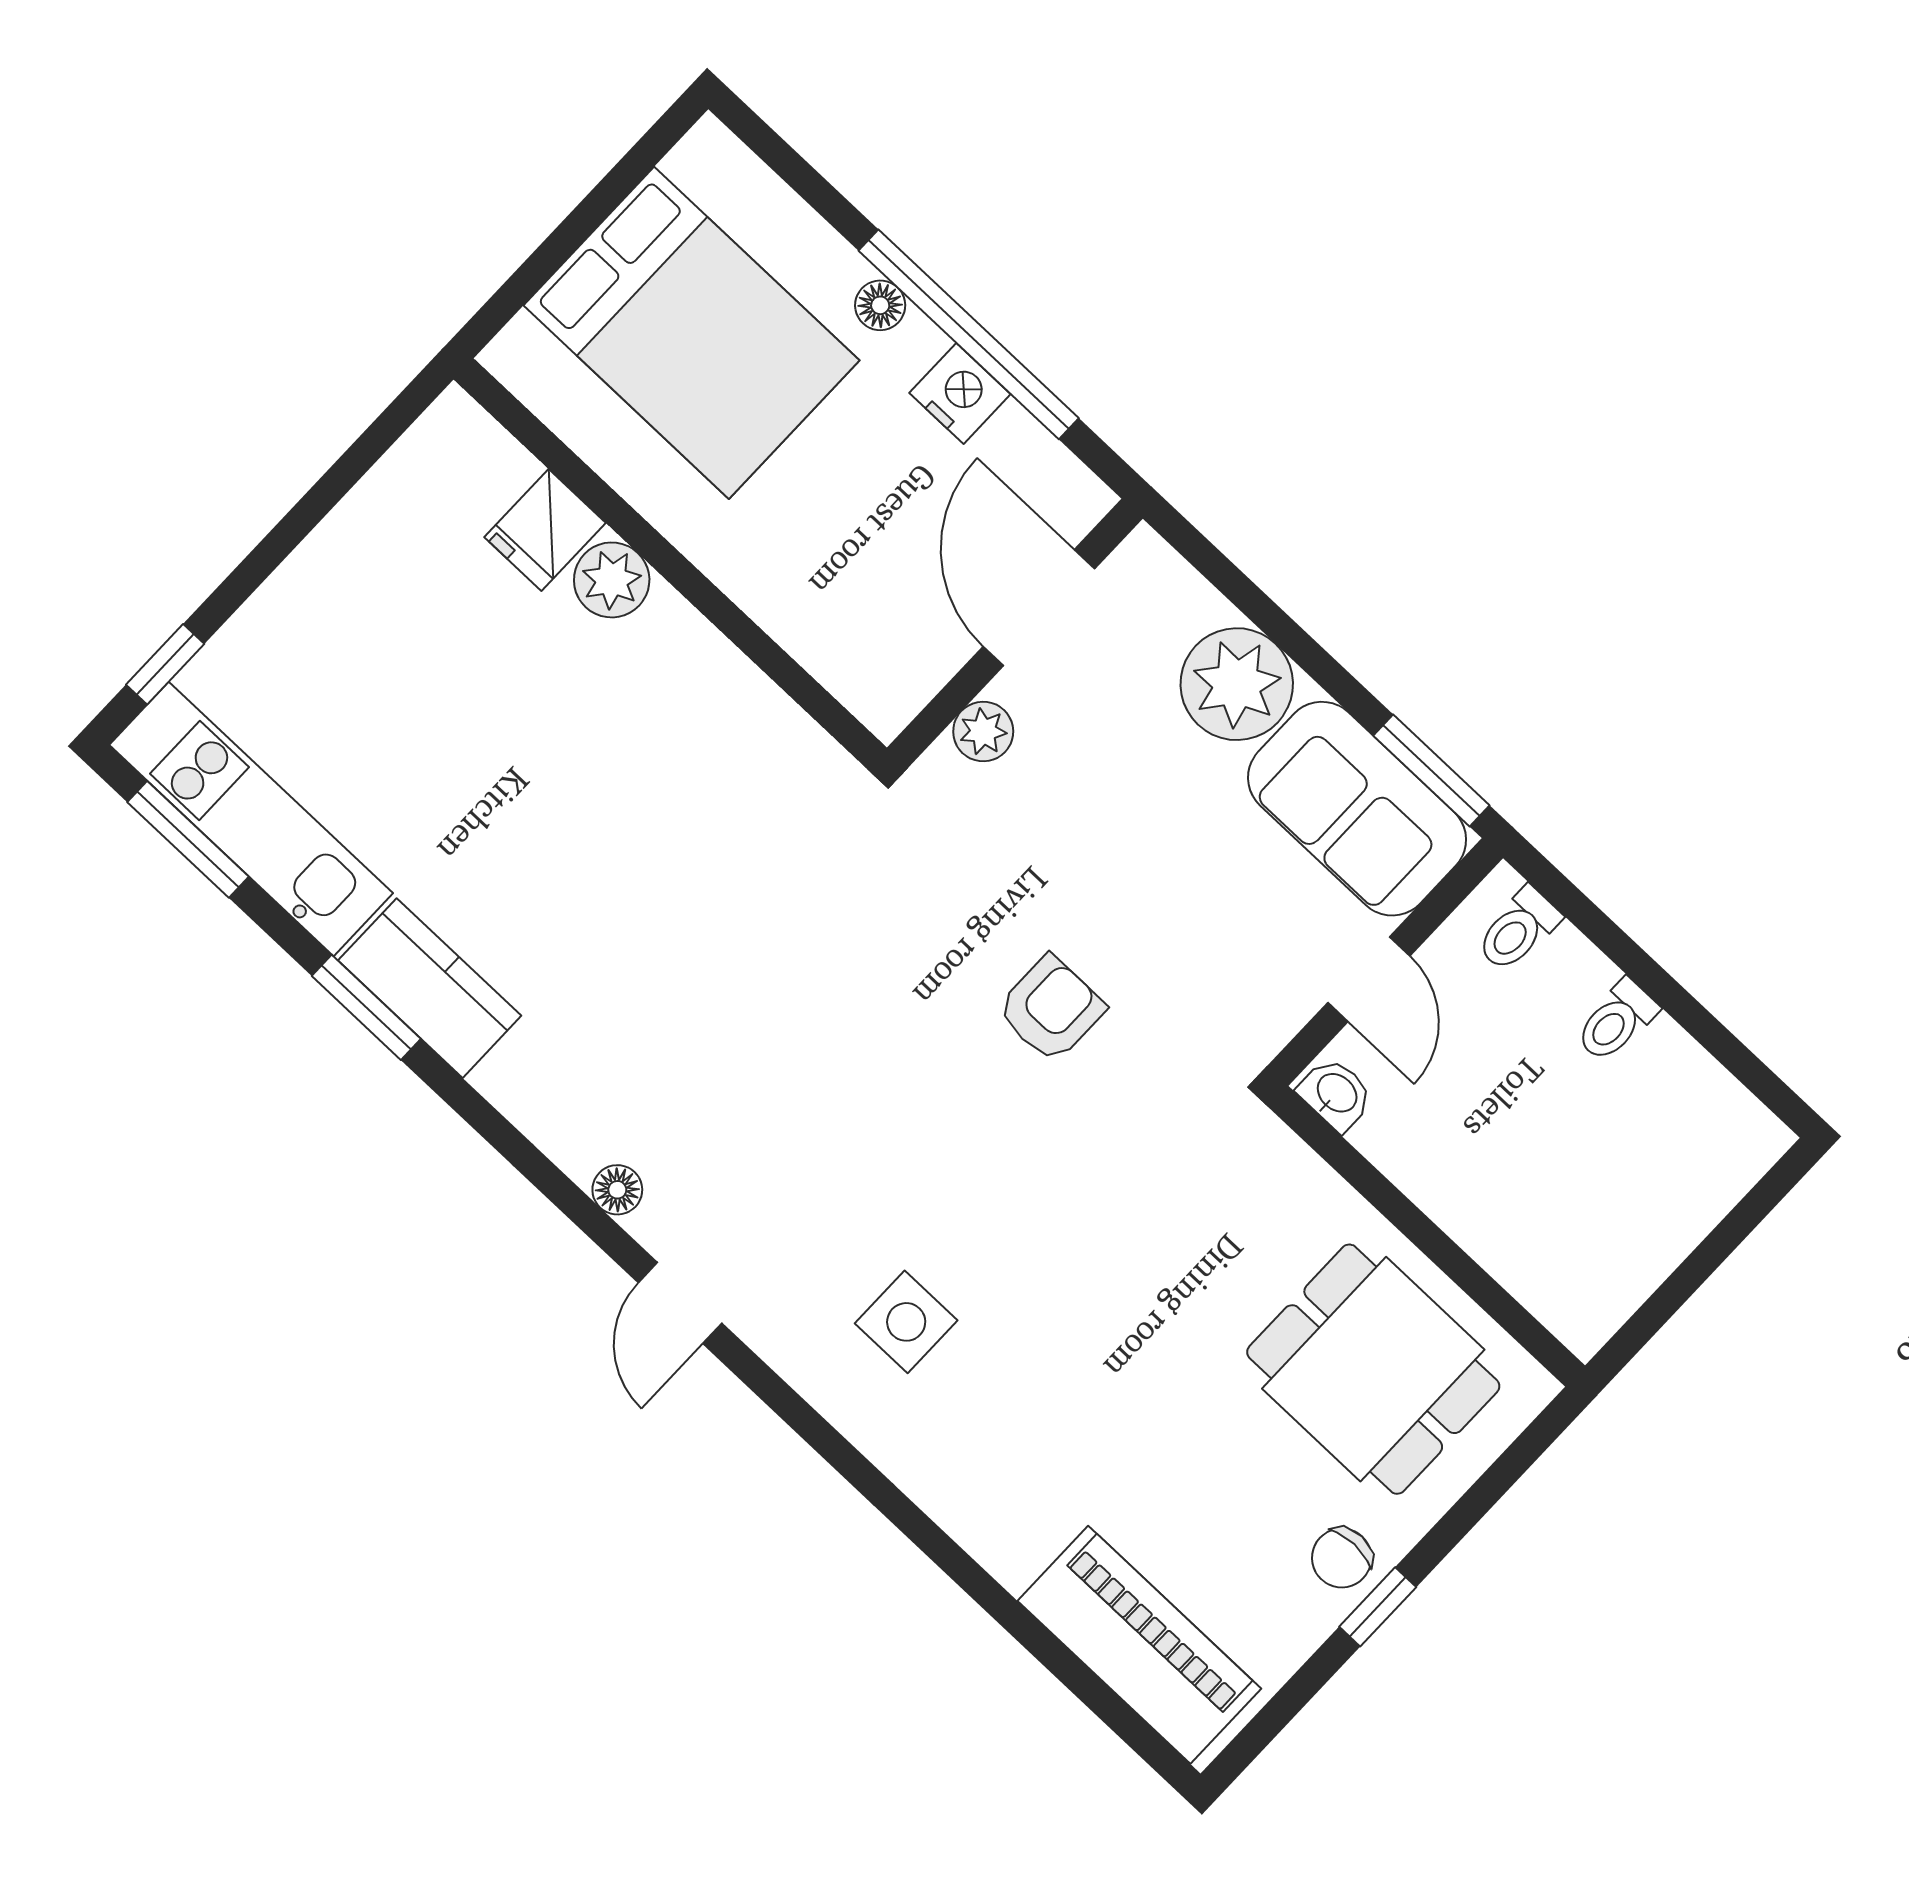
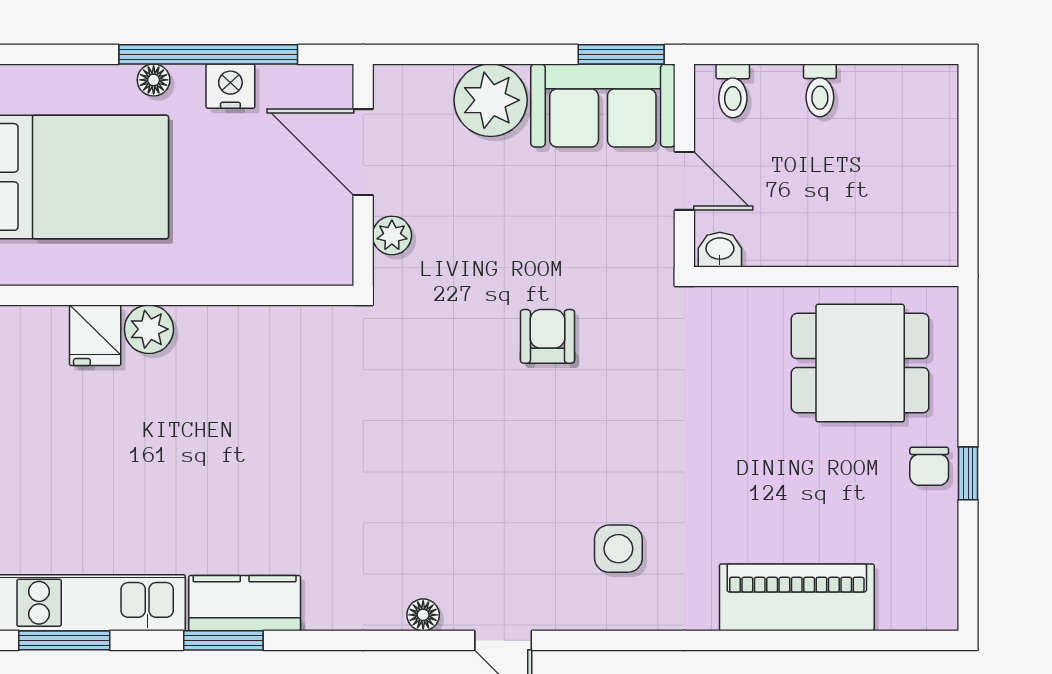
piano: (1139, 1645) -> (797, 597), moved

